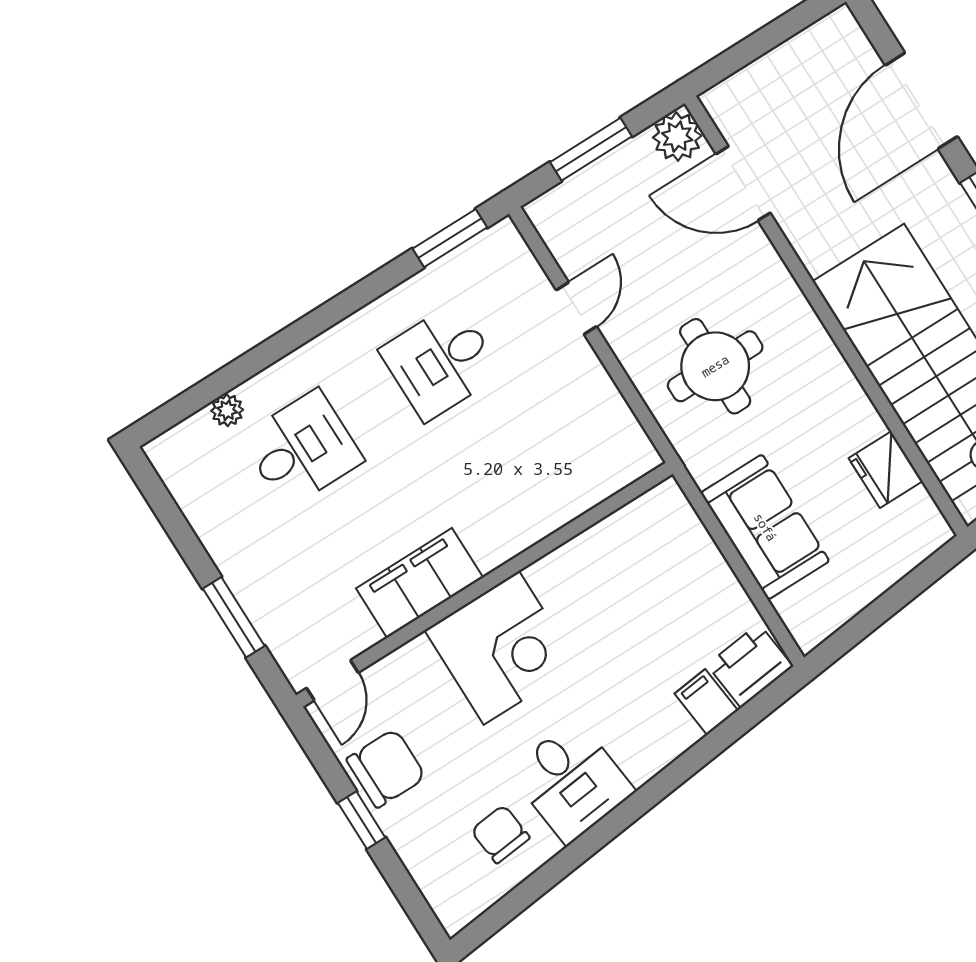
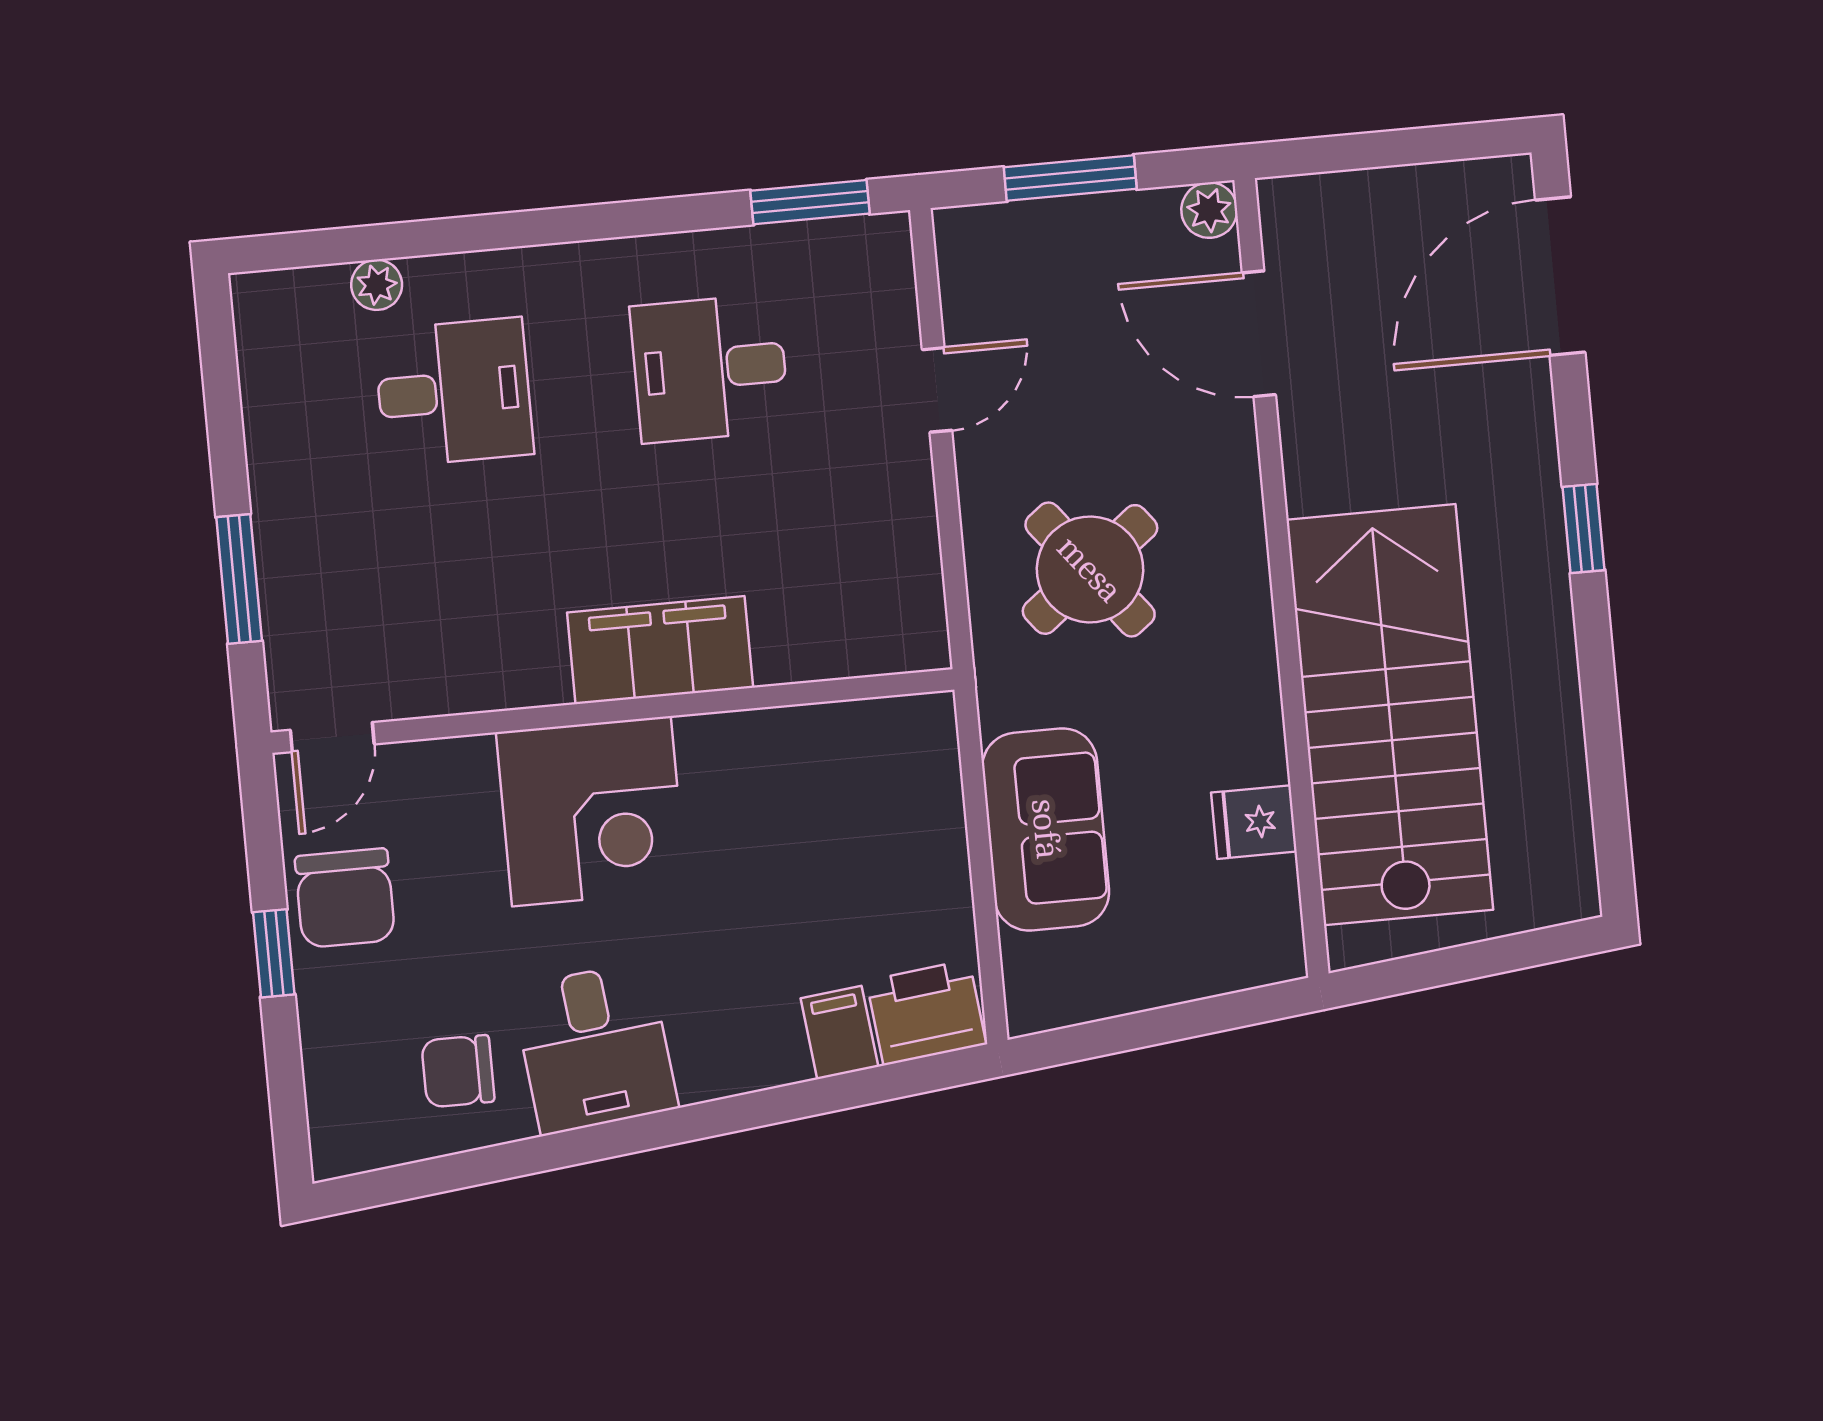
door: (921, 101) -> (1560, 276), moved
plant: (677, 137) -> (1209, 210), width x0.73, depth x0.73
round table: (715, 366) -> (1090, 569), turned -38
fridge: (886, 470) -> (1254, 822), width x0.72
filing cabinet: (420, 583) -> (660, 650), moved
chair: (386, 768) -> (345, 898), turned 90
chair: (500, 834) -> (458, 1071), turned -84

